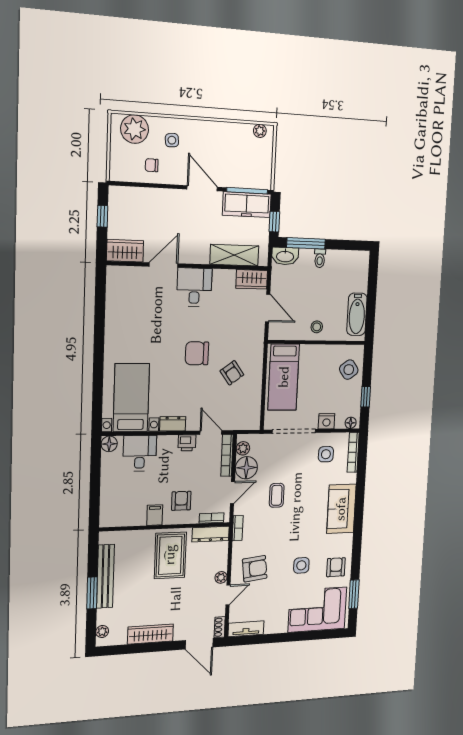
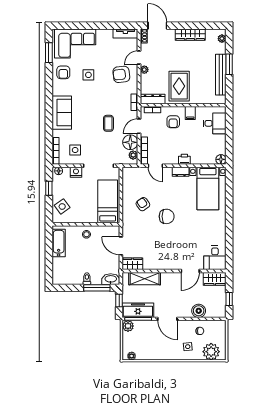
plant: (263, 180) -> (128, 326), added
boiler: (152, 199) -> (199, 311), added
desk: (194, 287) -> (215, 258), moved
printer: (187, 443) -> (184, 159), moved
desk: (140, 453) -> (215, 123), moved, turned -90

